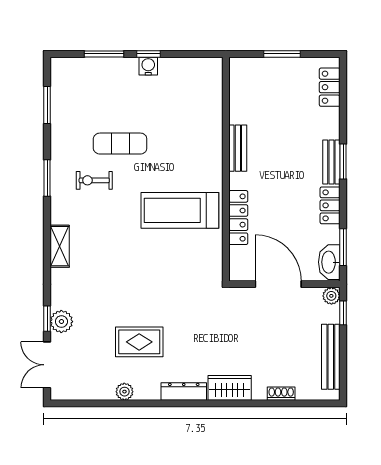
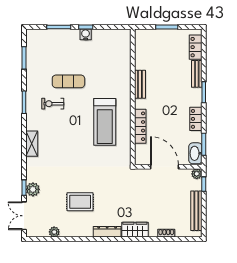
bench: (331, 162) -> (197, 74), moved
treadmill: (180, 210) -> (105, 122), turned -90
plant: (124, 392) -> (54, 232), moved

